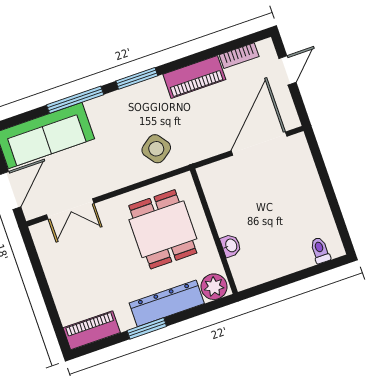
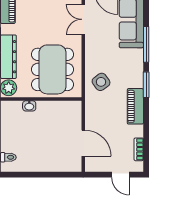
piano: (194, 77) -> (135, 106), moved
door: (259, 144) -> (83, 143), width x0.73
dining table: (163, 229) -> (53, 69), width x1.38

